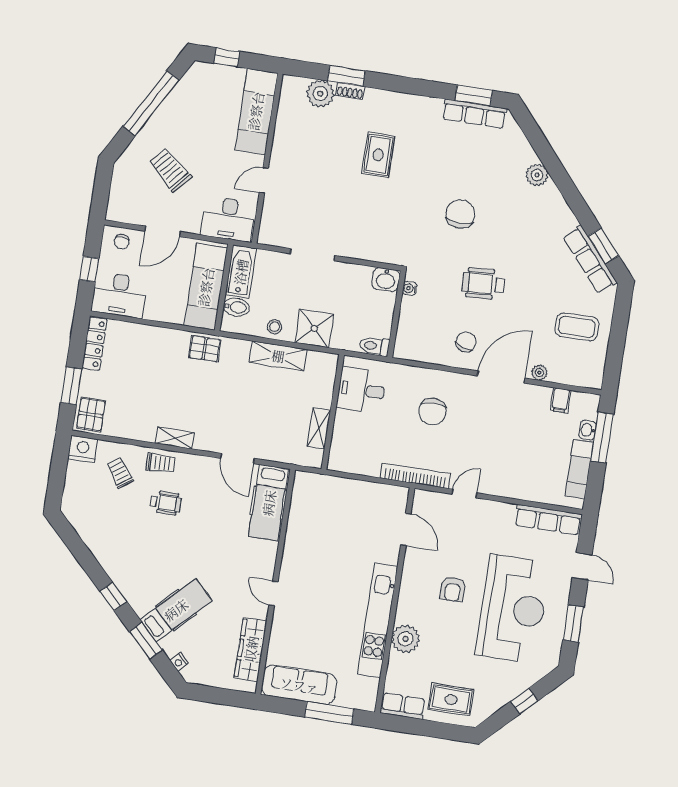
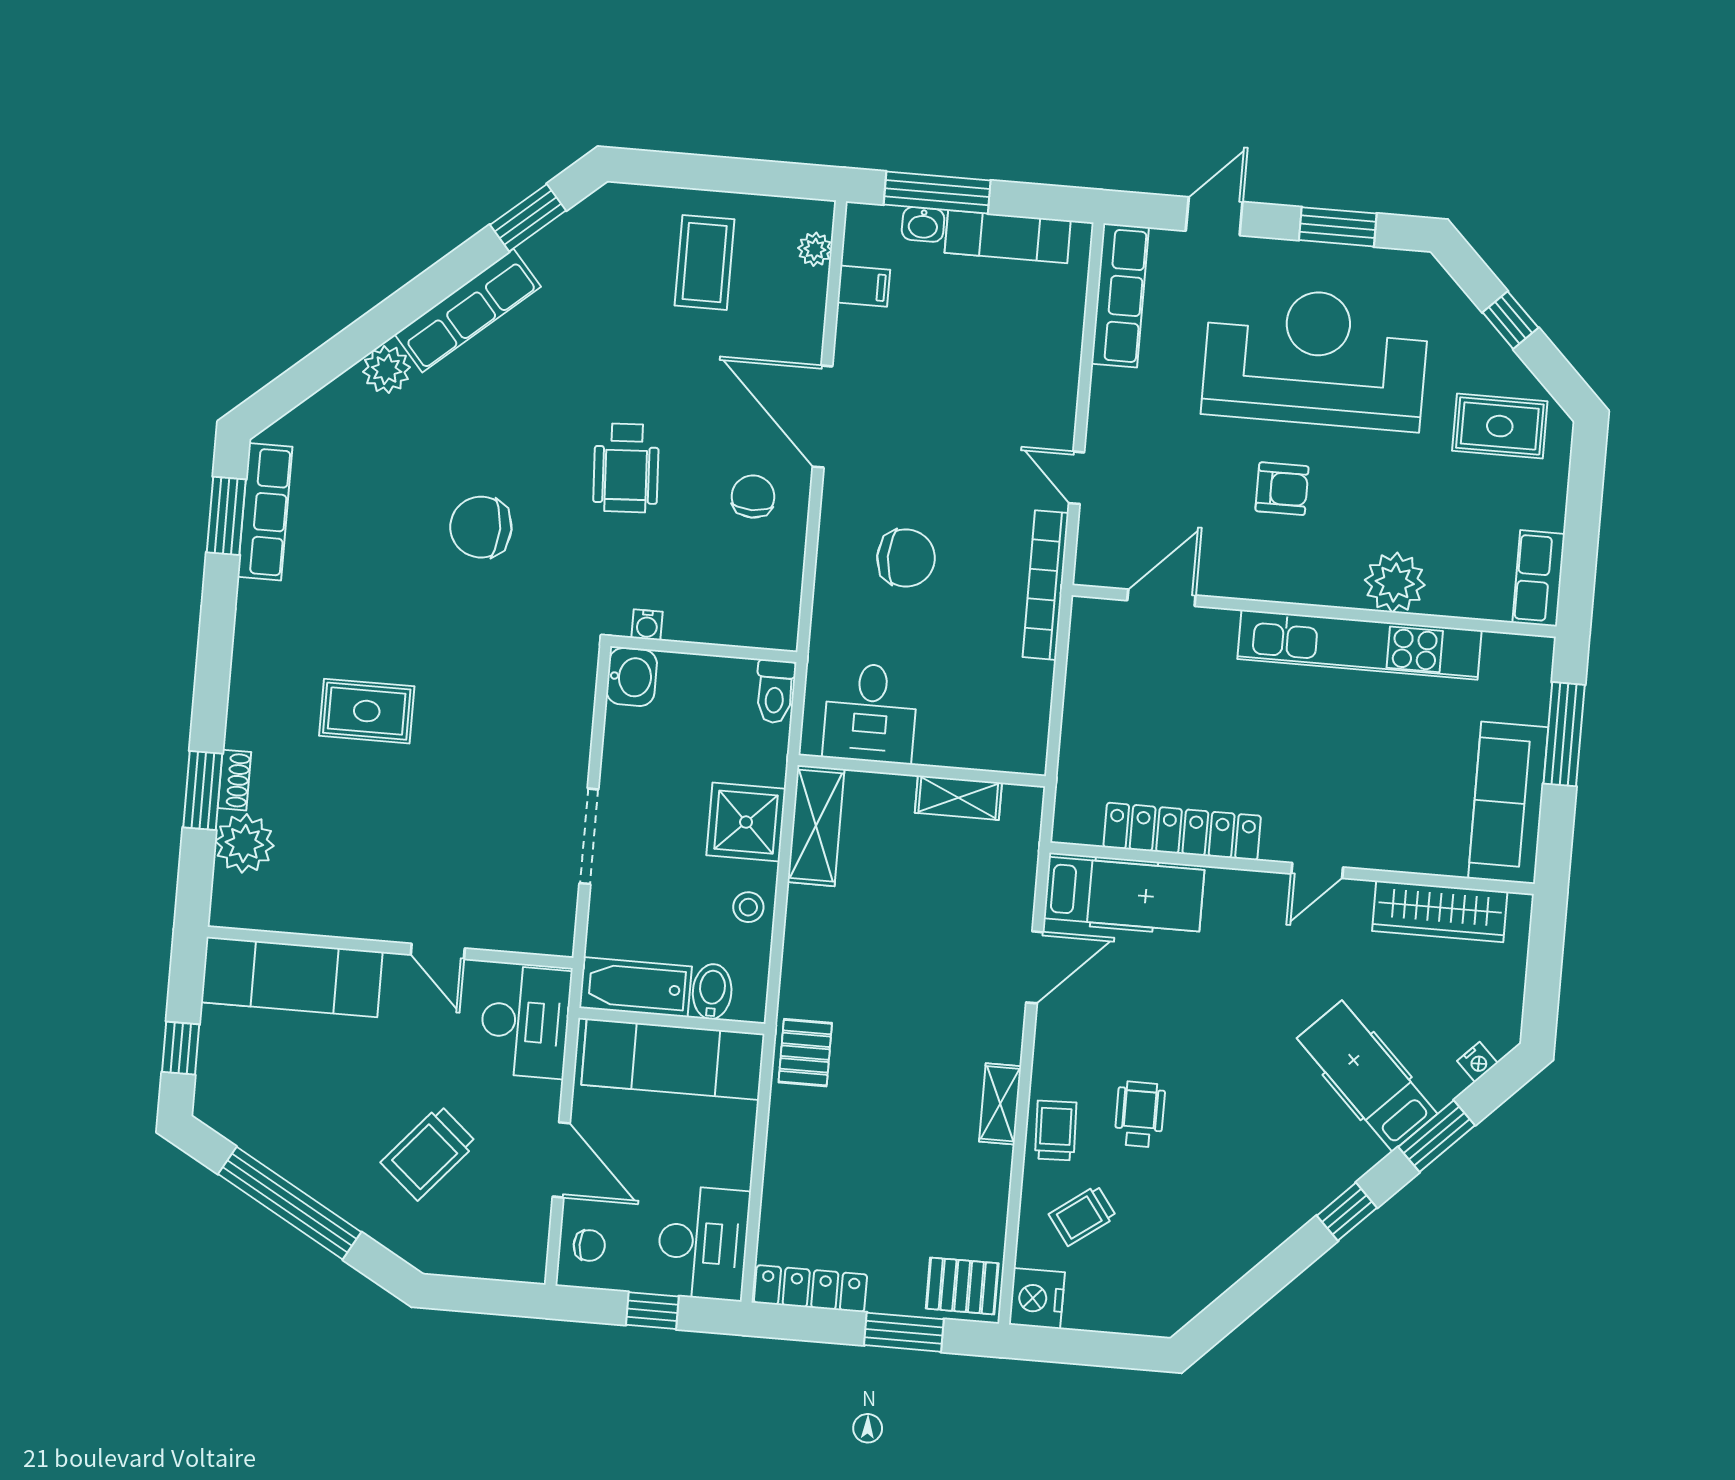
row of seats: (590, 260) -> (468, 311), moved
chair: (466, 342) -> (753, 497), turned 74
shelving: (278, 356) -> (816, 826), moved
plant: (539, 373) -> (815, 249), moved
locker: (296, 532) -> (1182, 831), added
rug: (451, 700) -> (1500, 426), moved, turned 90

